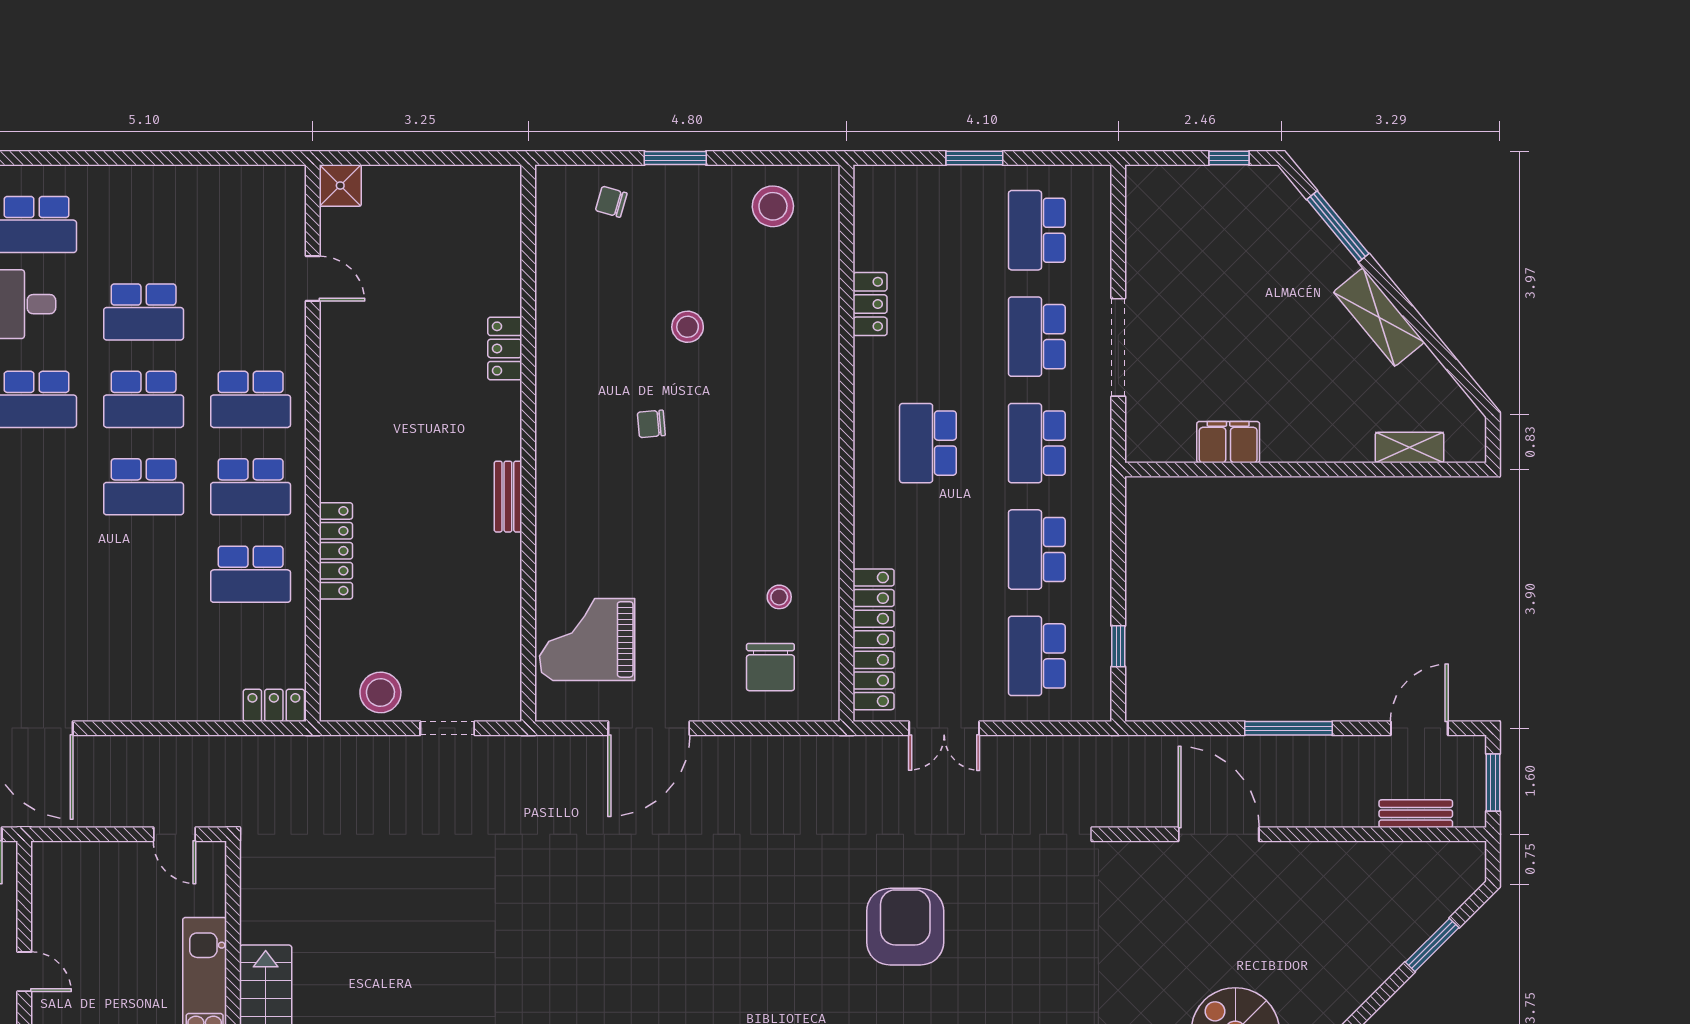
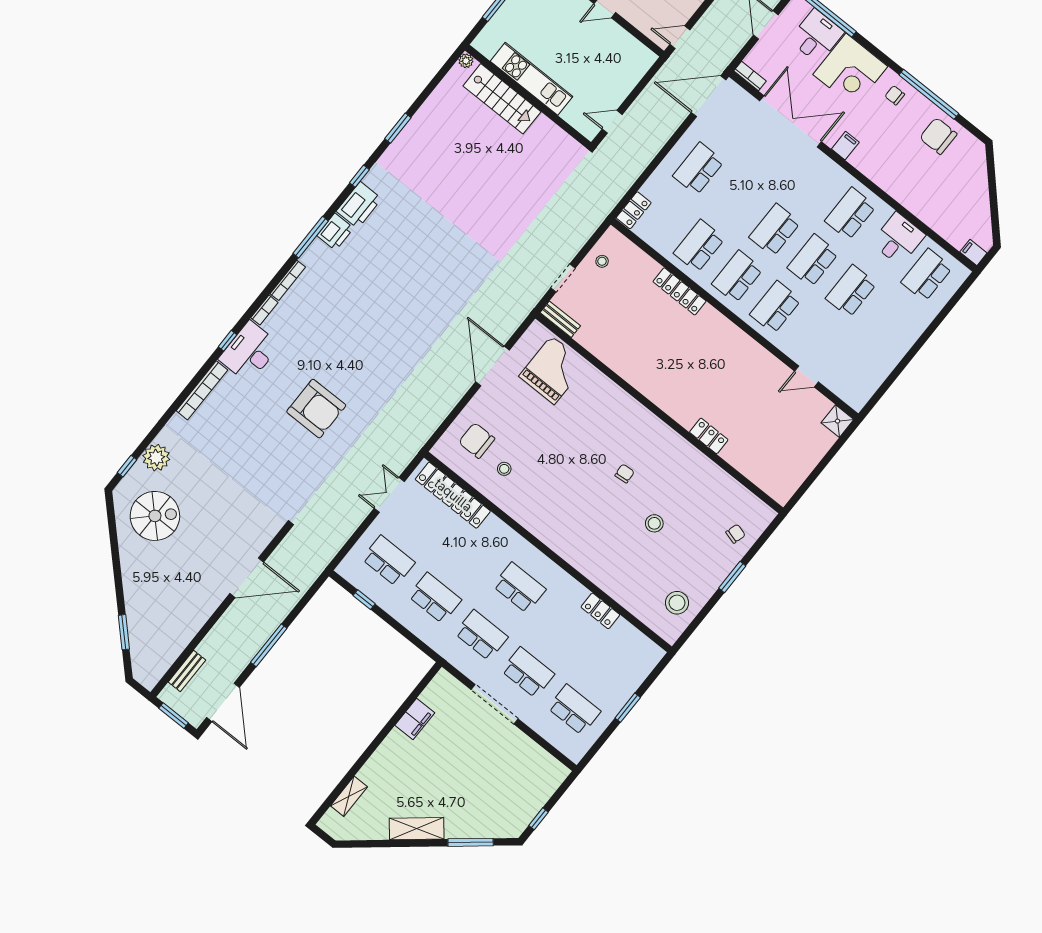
bench: (508, 497) -> (560, 319), moved
school desk: (144, 662) -> (698, 169), added
stool: (380, 692) -> (602, 261), width x0.53, depth x0.53
door: (1419, 728) -> (223, 702), width x1.36

